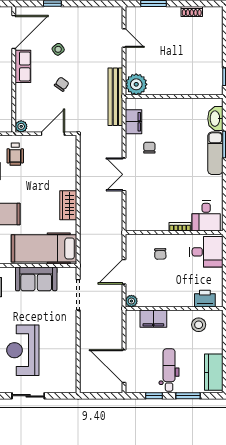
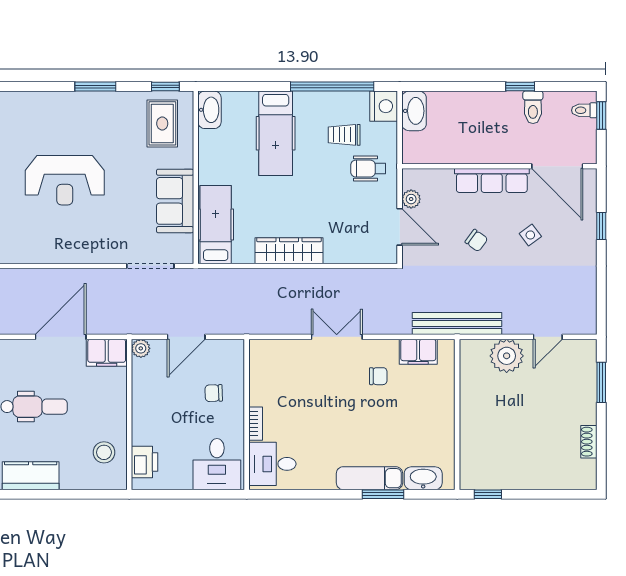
row of seats: (23, 66) -> (492, 181), width x1.48
plant: (136, 84) -> (507, 356), moved
plant: (21, 126) -> (411, 199), moved
wardrobe: (68, 205) -> (289, 251), width x1.50
hospital bed: (44, 248) -> (216, 225), width x0.73, depth x0.78
door: (124, 272) -> (186, 337), swing flipped
filing cabinet: (153, 319) -> (107, 353), moved, turned -90
reception desk: (23, 350) -> (65, 180), turned 180
door: (124, 366) -> (61, 337), moved

